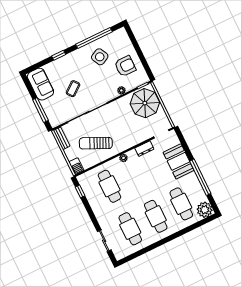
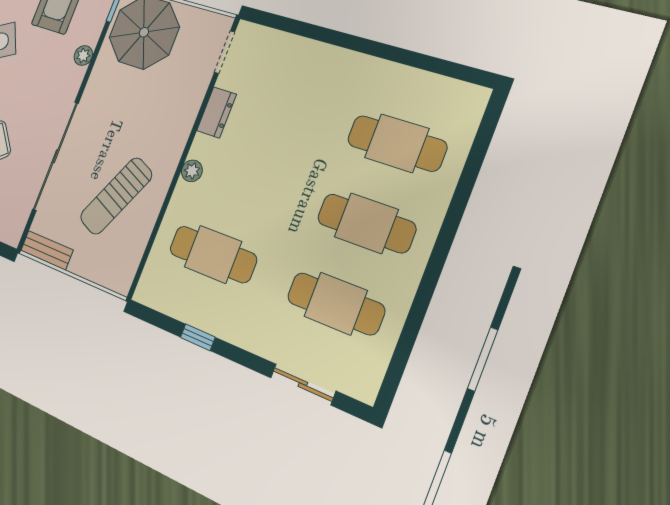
booth: (178, 161) -> (307, 67), removed
barbecue: (76, 166) -> (116, 277), removed
window: (200, 177) -> (384, 51), removed
window: (80, 191) -> (198, 337), moved
plant: (205, 210) -> (461, 105), removed

